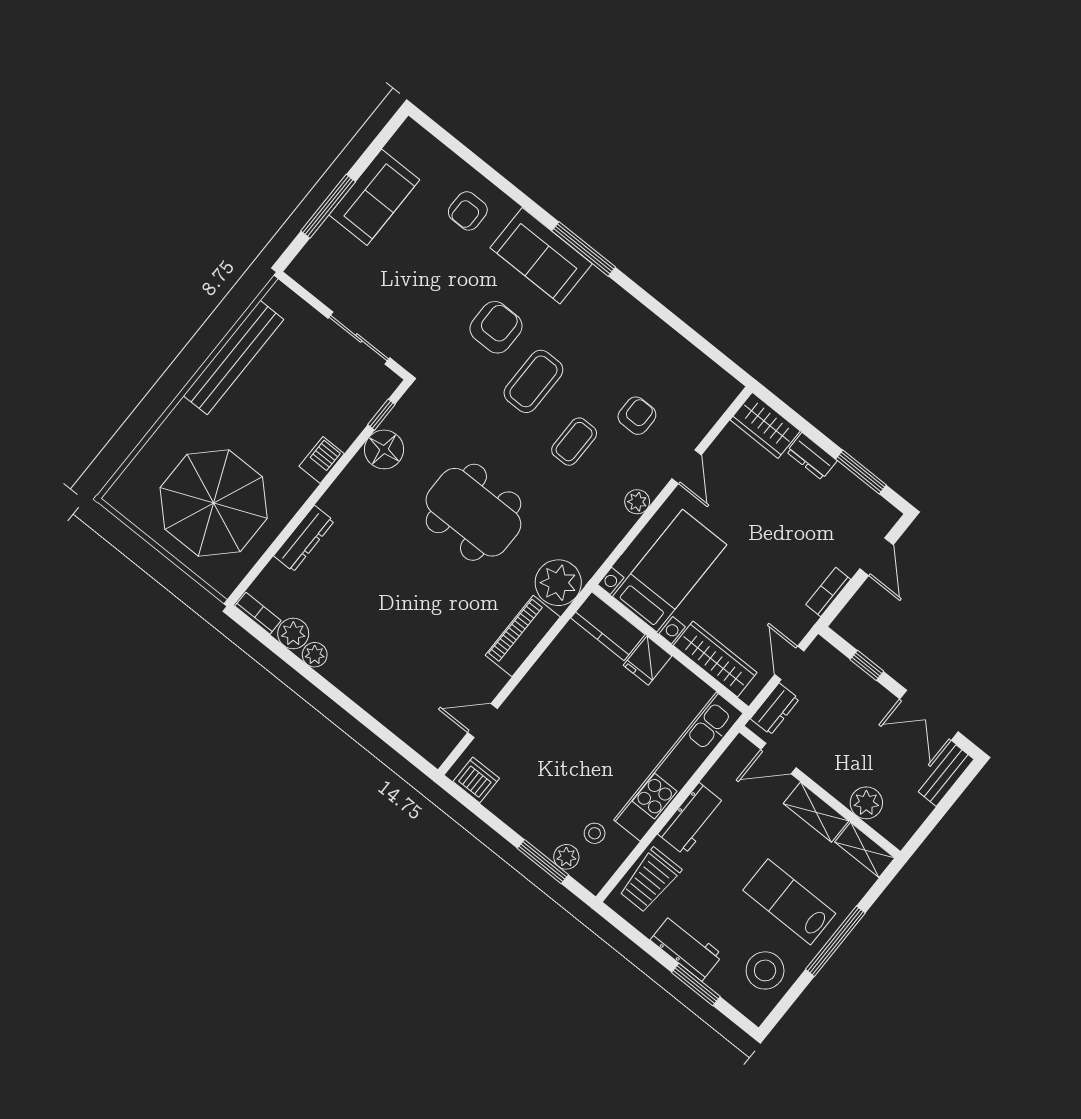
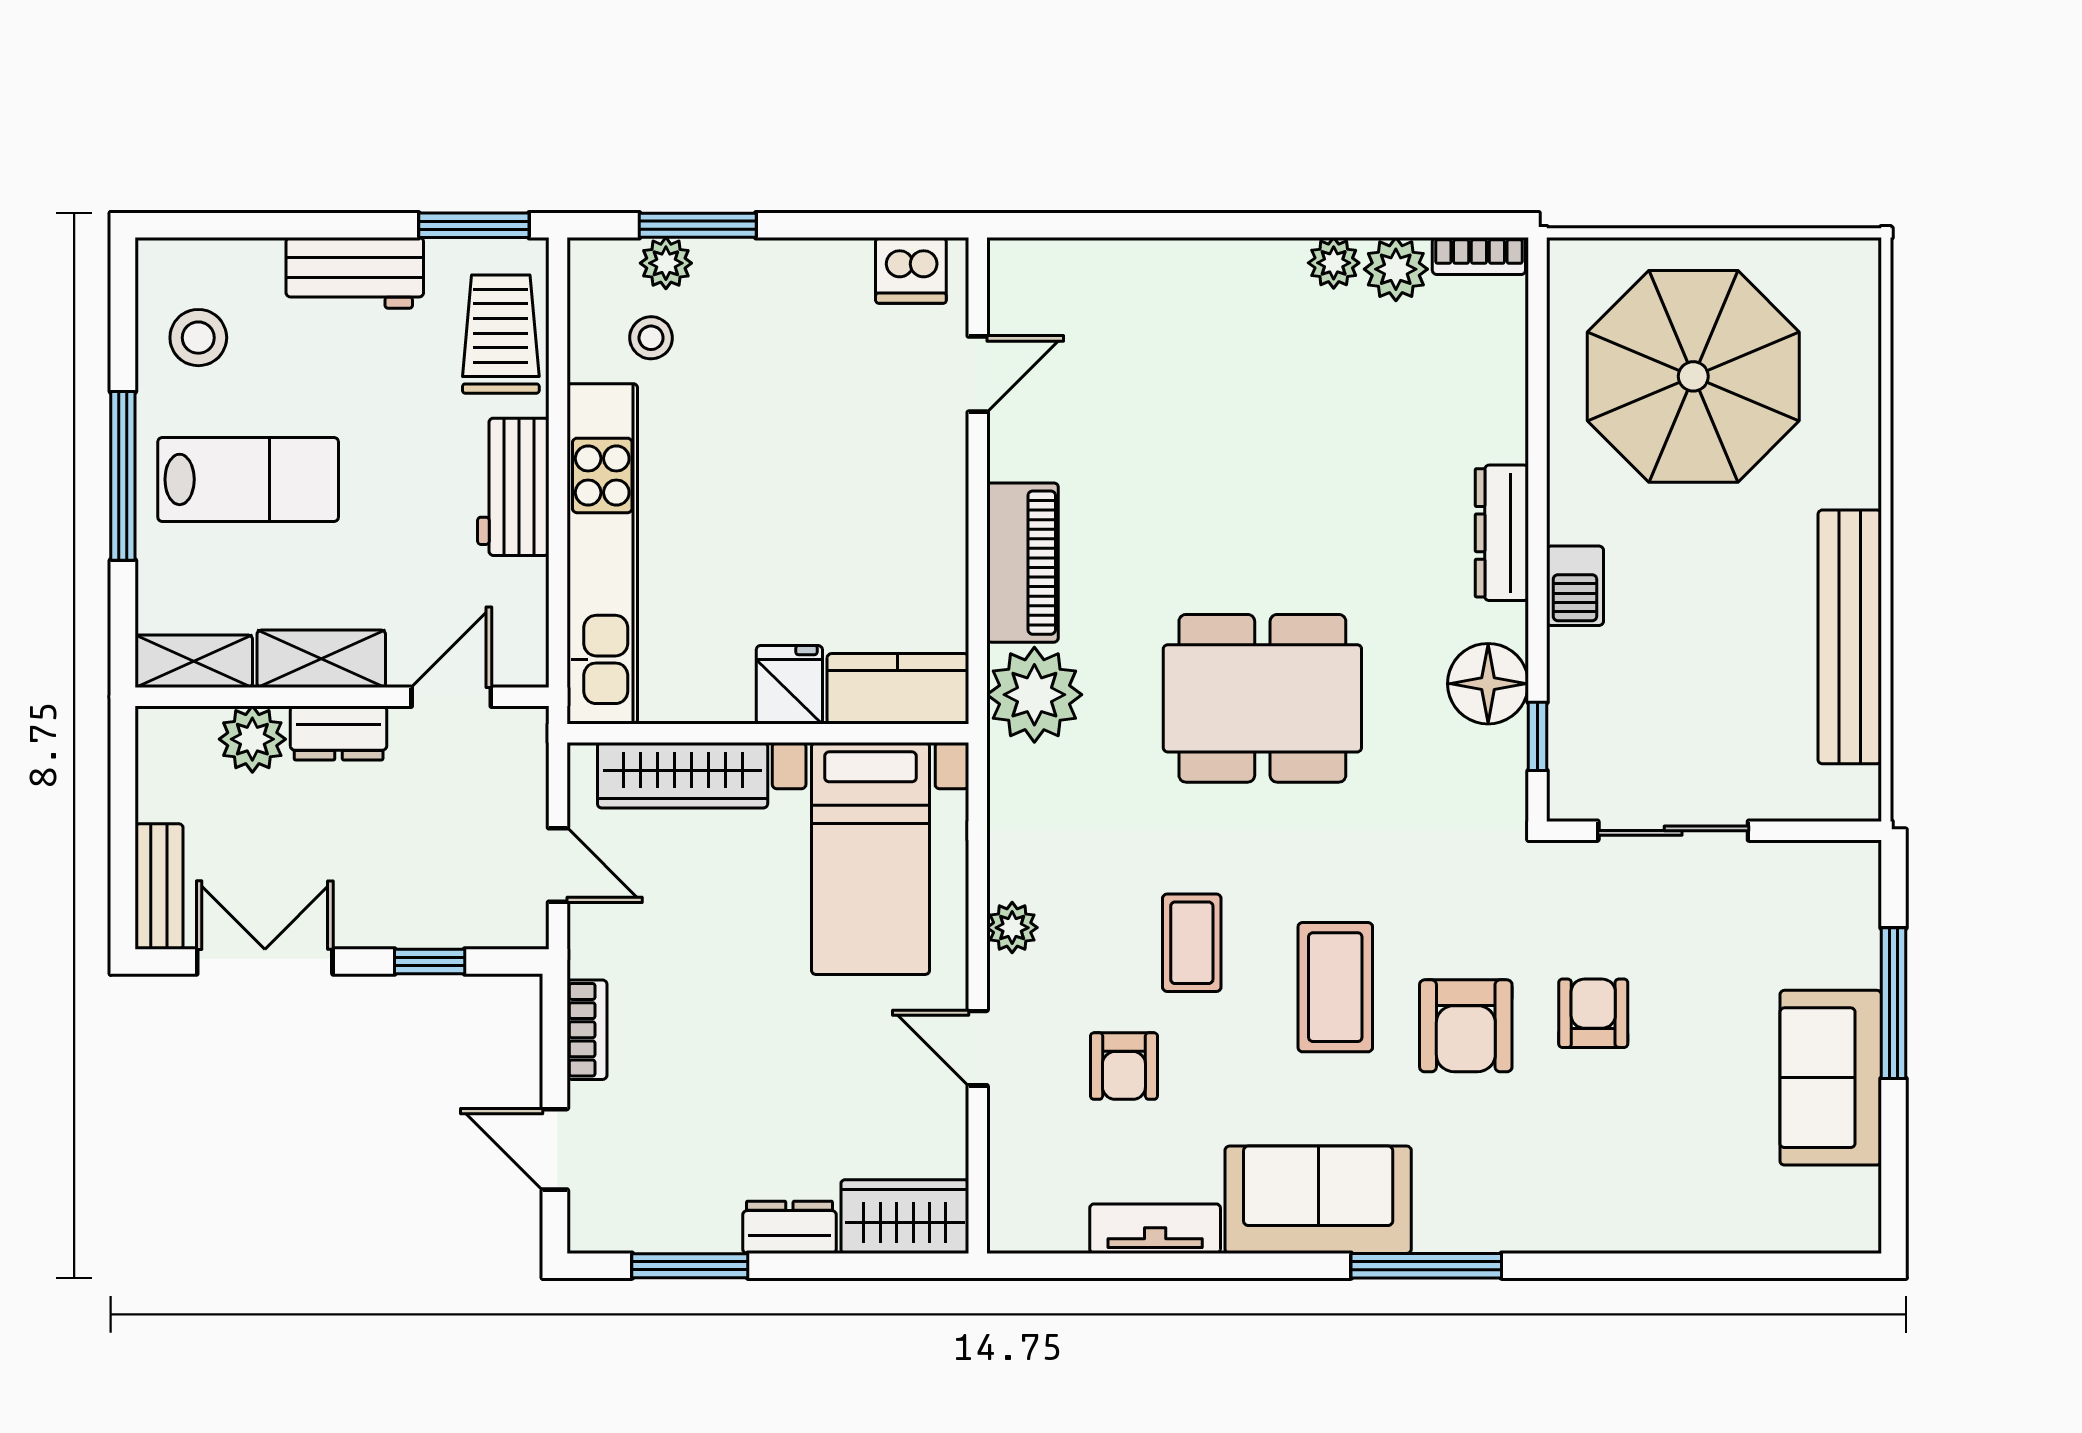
armchair: (468, 211) -> (1593, 1013), moved
sofa: (541, 256) -> (1318, 1200), moved
tv unit: (674, 345) -> (1155, 1229), added
dresser: (304, 538) -> (1502, 533), moved
dresser: (775, 709) -> (339, 733), moved, turned -90
stool: (765, 970) -> (198, 338), width x0.73, depth x0.73
window: (696, 984) -> (474, 225), moved

